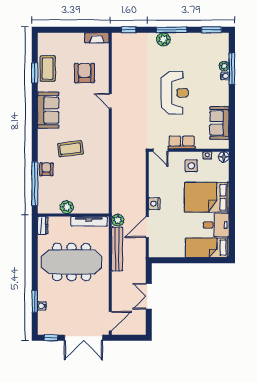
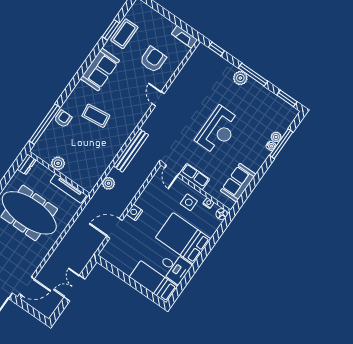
plant: (118, 220) -> (108, 183), moved
bench: (117, 249) -> (131, 150), moved

